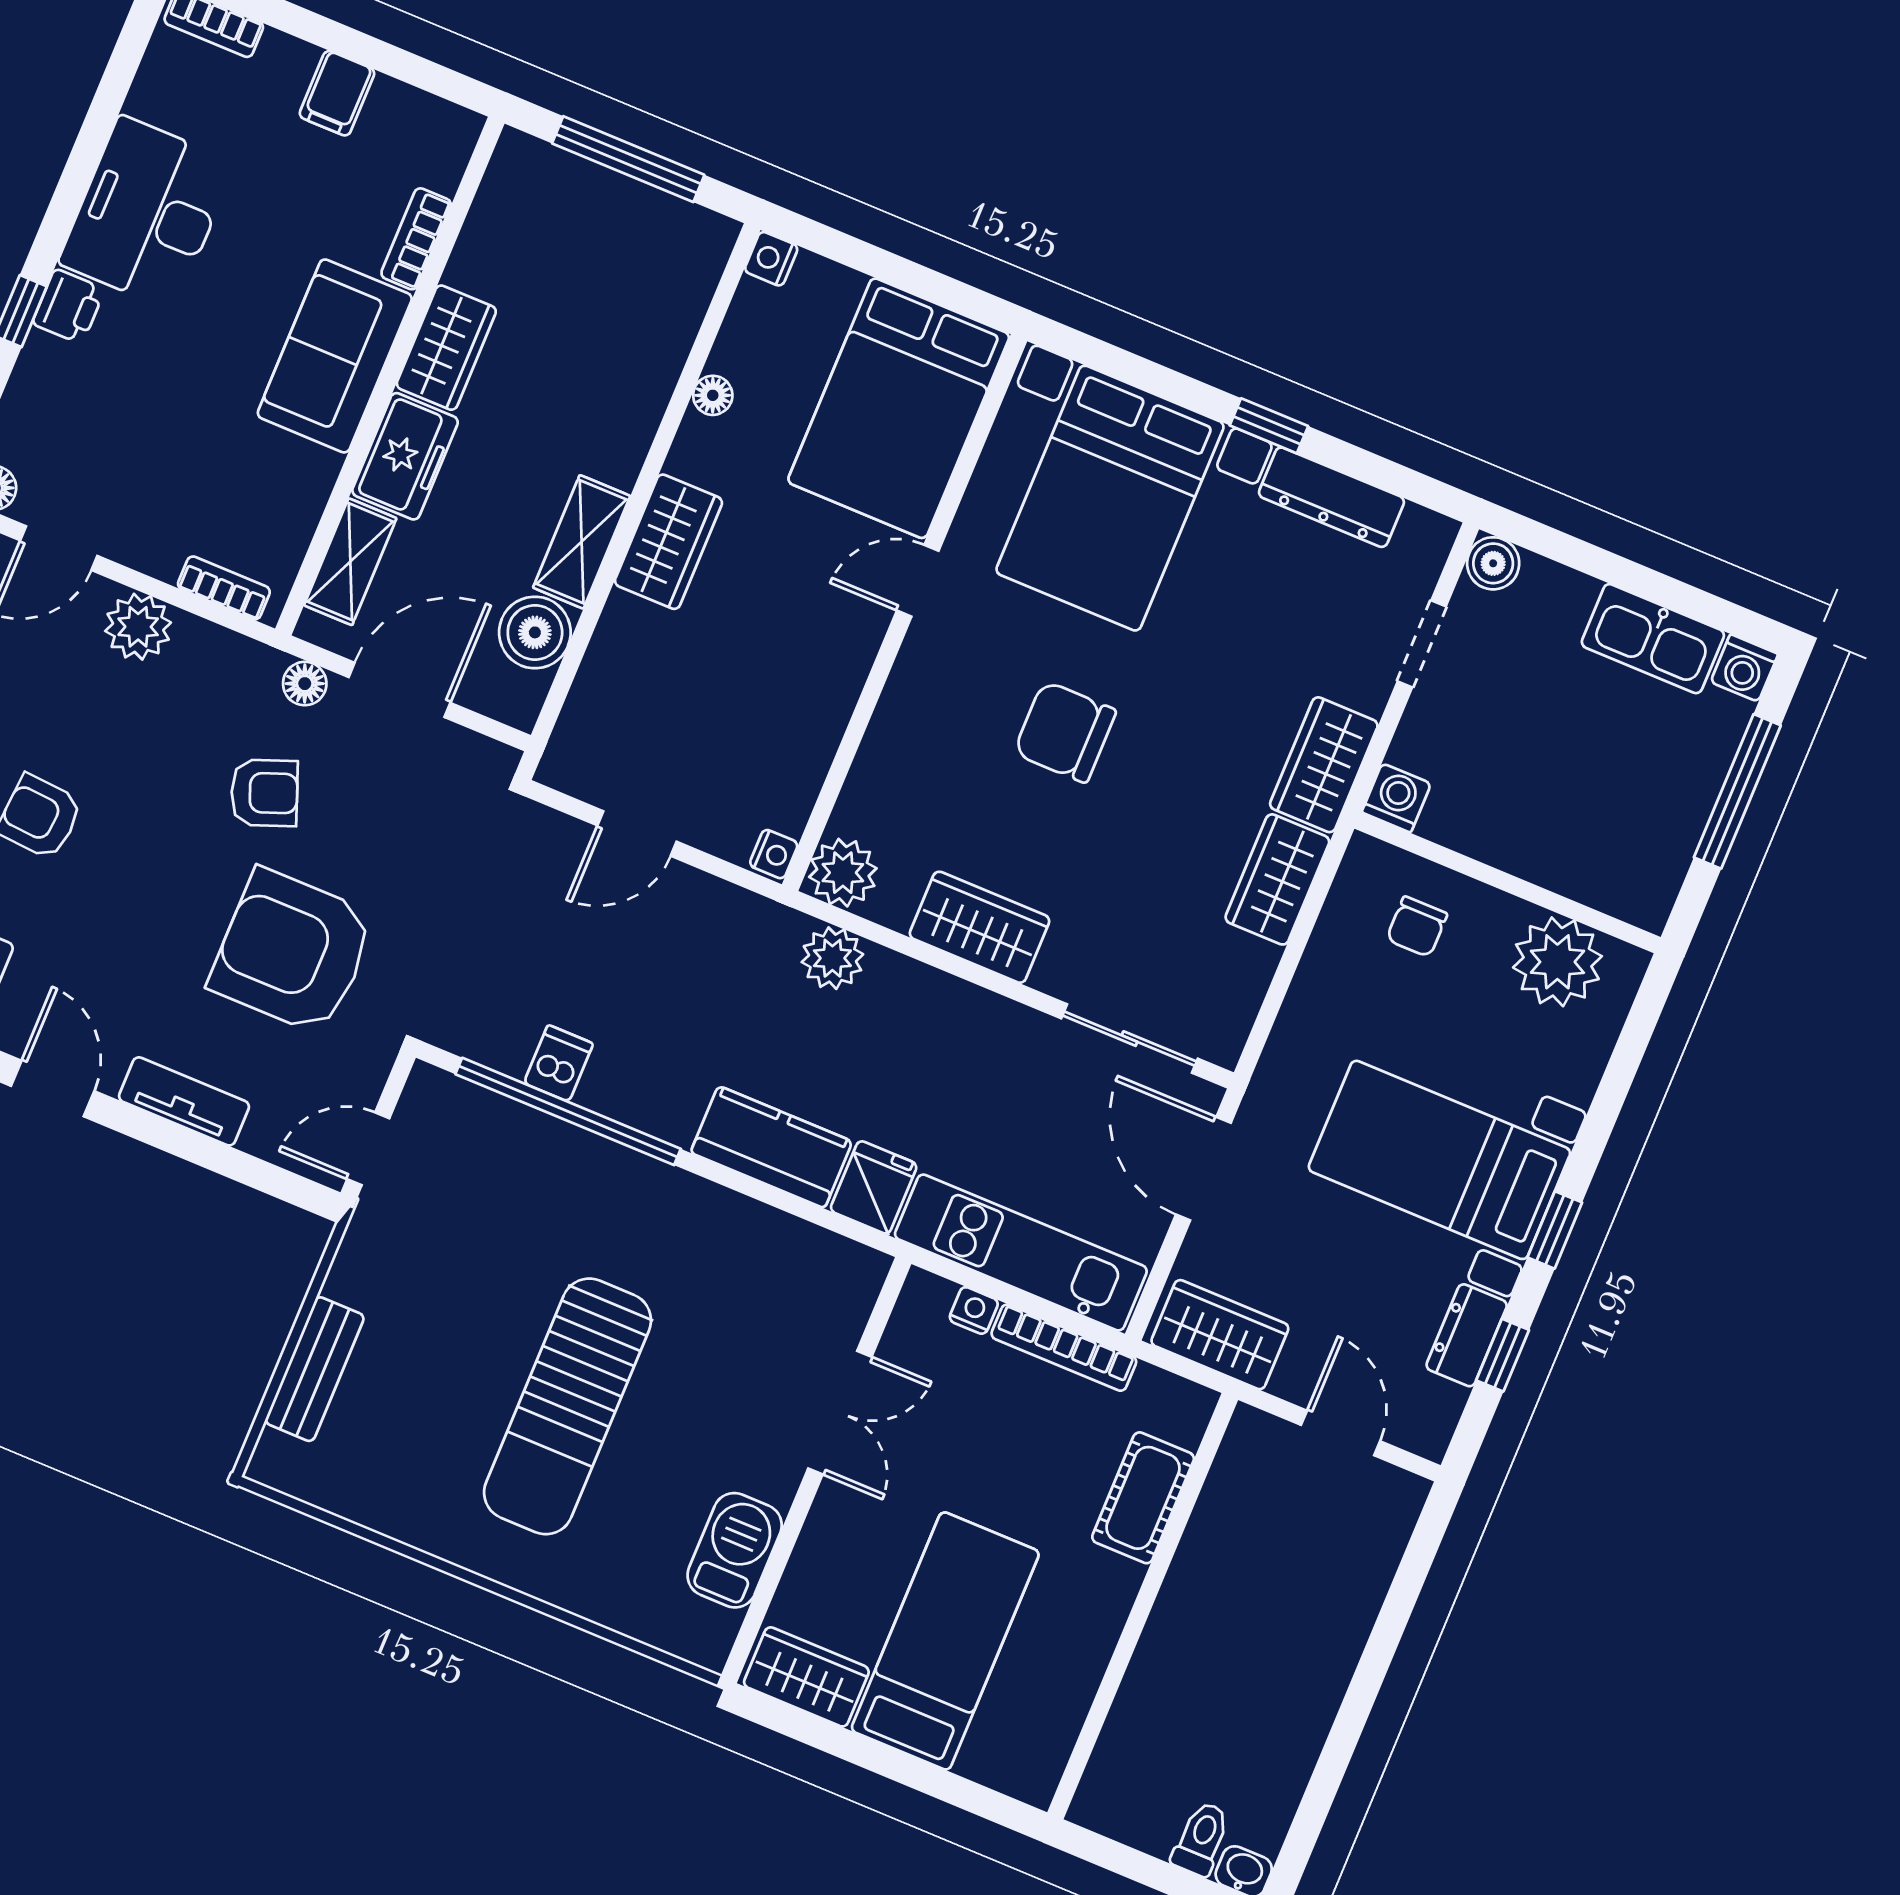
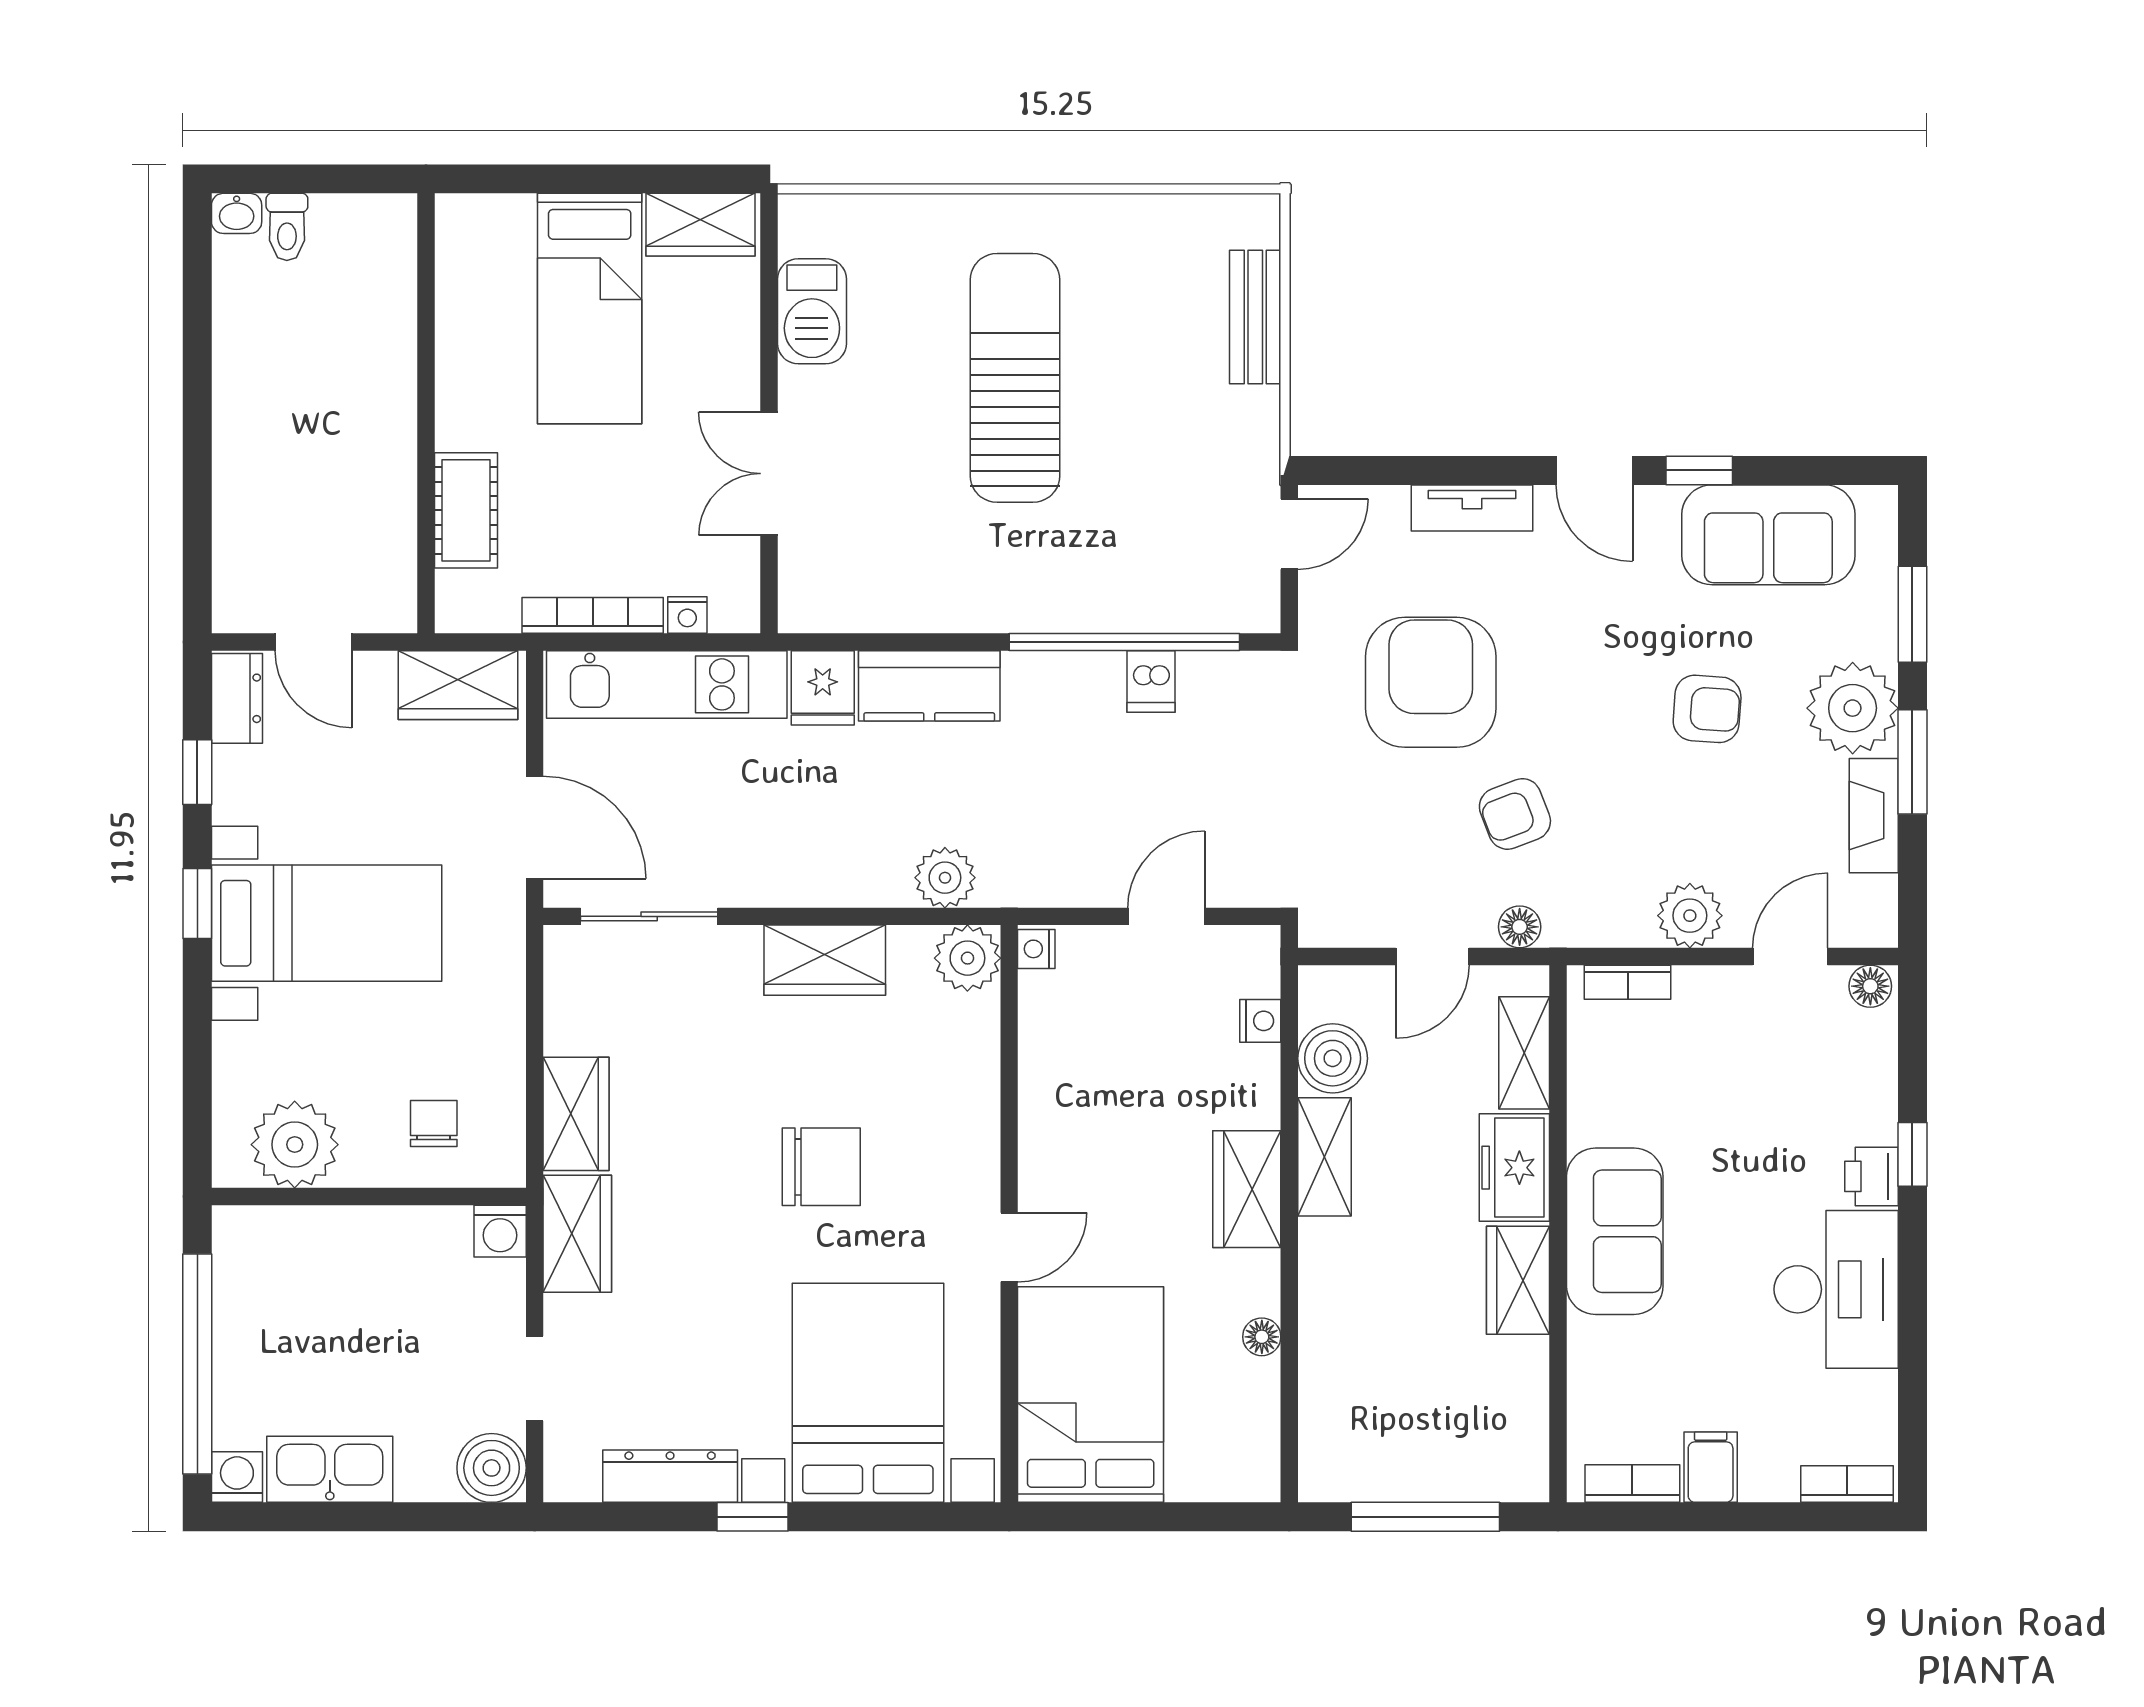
bookcase: (416, 239) -> (1632, 1484), moved, turned -90
nightstand: (771, 259) -> (1260, 1021), moved
boiler: (1493, 563) -> (492, 1468), width x1.36, depth x1.36
door: (399, 690) -> (1432, 956), width x0.73
window: (1737, 791) -> (197, 1364), width x1.46
armchair: (292, 952) -> (1431, 682), turned -90
dresser: (1467, 1335) -> (237, 698), moved

